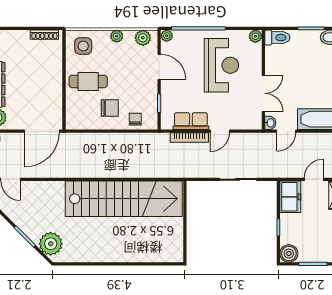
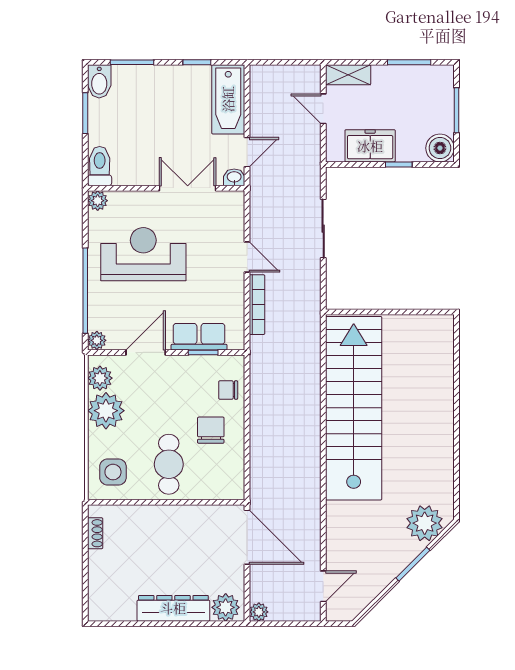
shoe rack: (44, 35) -> (95, 533), width x0.70
plant: (117, 36) -> (106, 411), width x1.88, depth x1.88
row of seats: (191, 121) -> (199, 337), moved, turned 90
door: (286, 131) -> (247, 152), hinge flipped
freezer: (290, 197) -> (370, 146), moved

